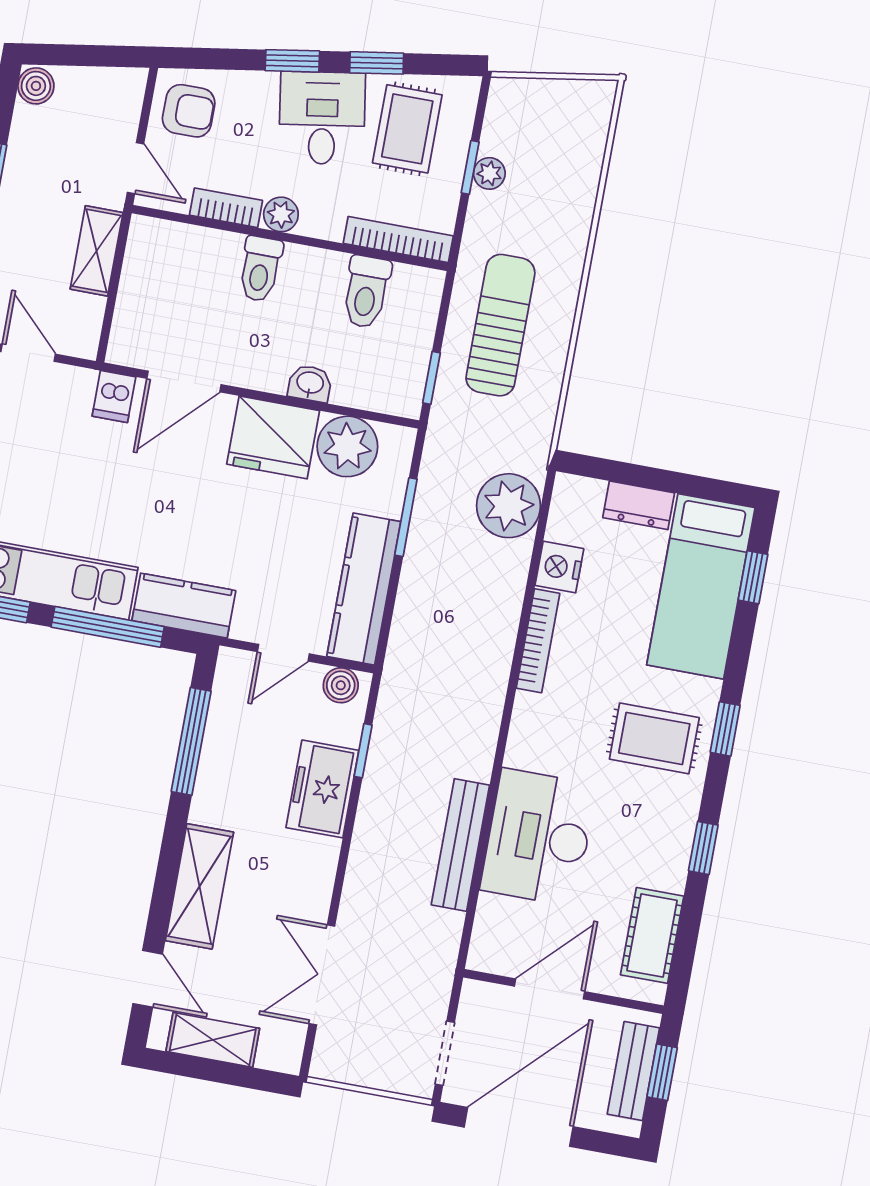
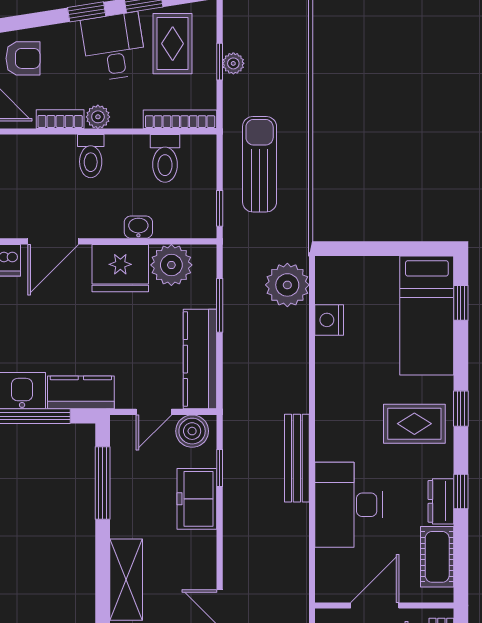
dresser: (639, 505) -> (441, 501), moved, turned 90
bookcase: (538, 641) -> (324, 372), removed
boiler: (341, 685) -> (192, 431), width x1.36, depth x1.36
bench: (460, 845) -> (297, 458), moved

